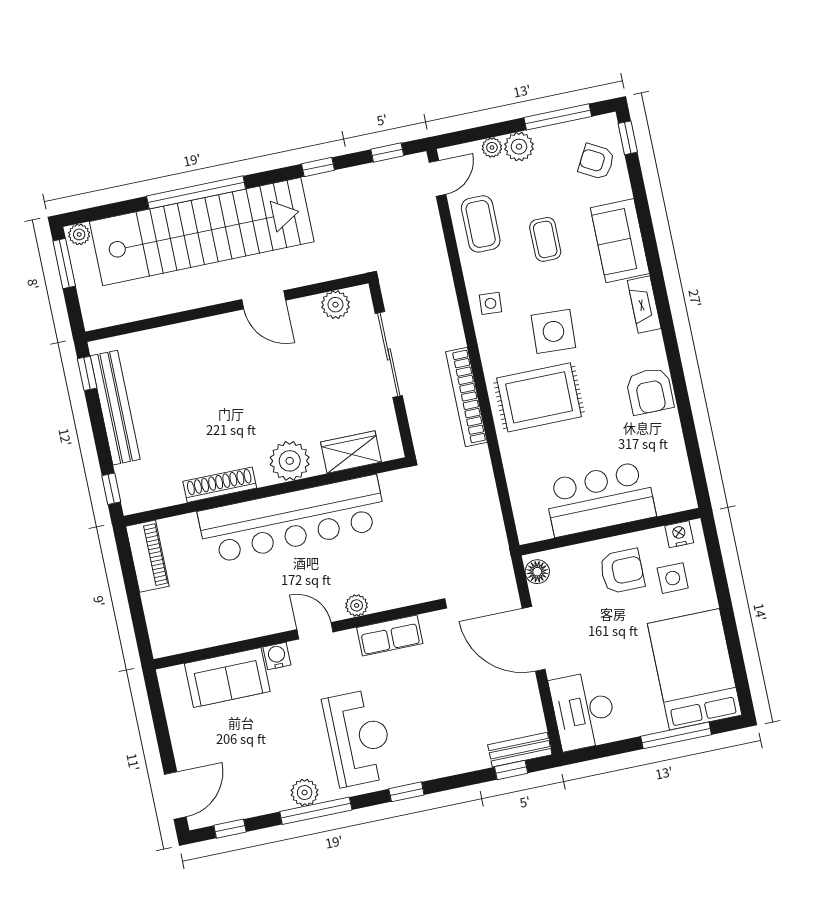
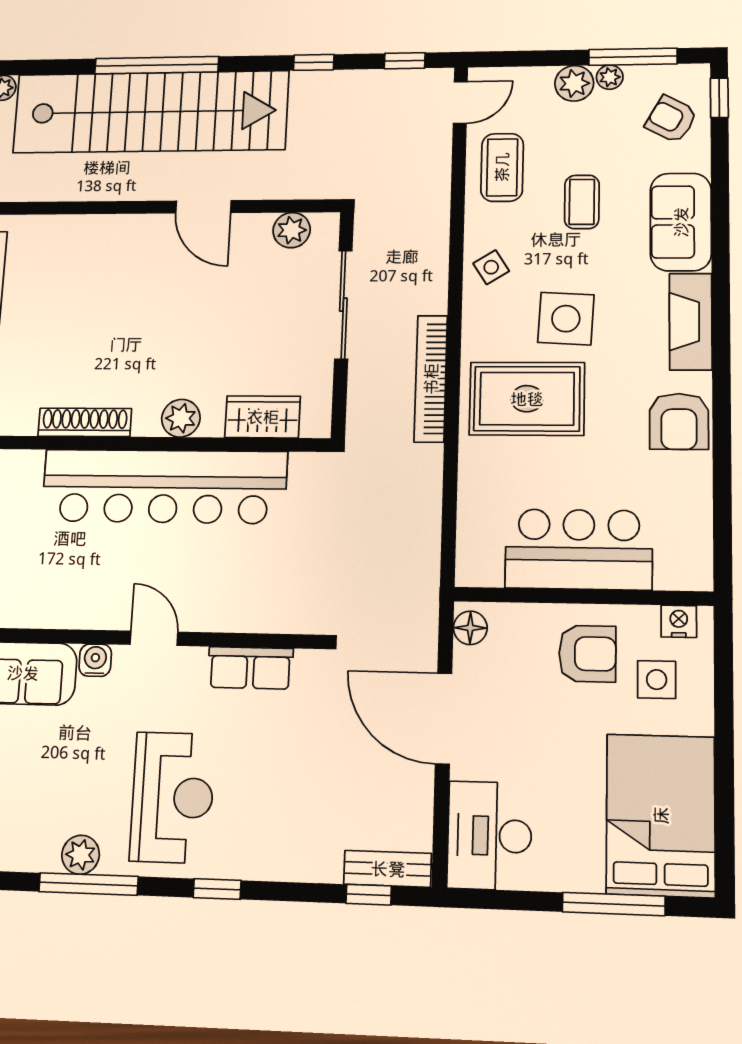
plant: (492, 147) -> (610, 77), moved
side table: (491, 303) -> (491, 267), turned -36
fireplace: (644, 305) -> (691, 322), width x1.37, depth x1.32
plant: (290, 461) -> (181, 418), width x0.73, depth x0.73
plant: (357, 605) -> (217, 617), removed

